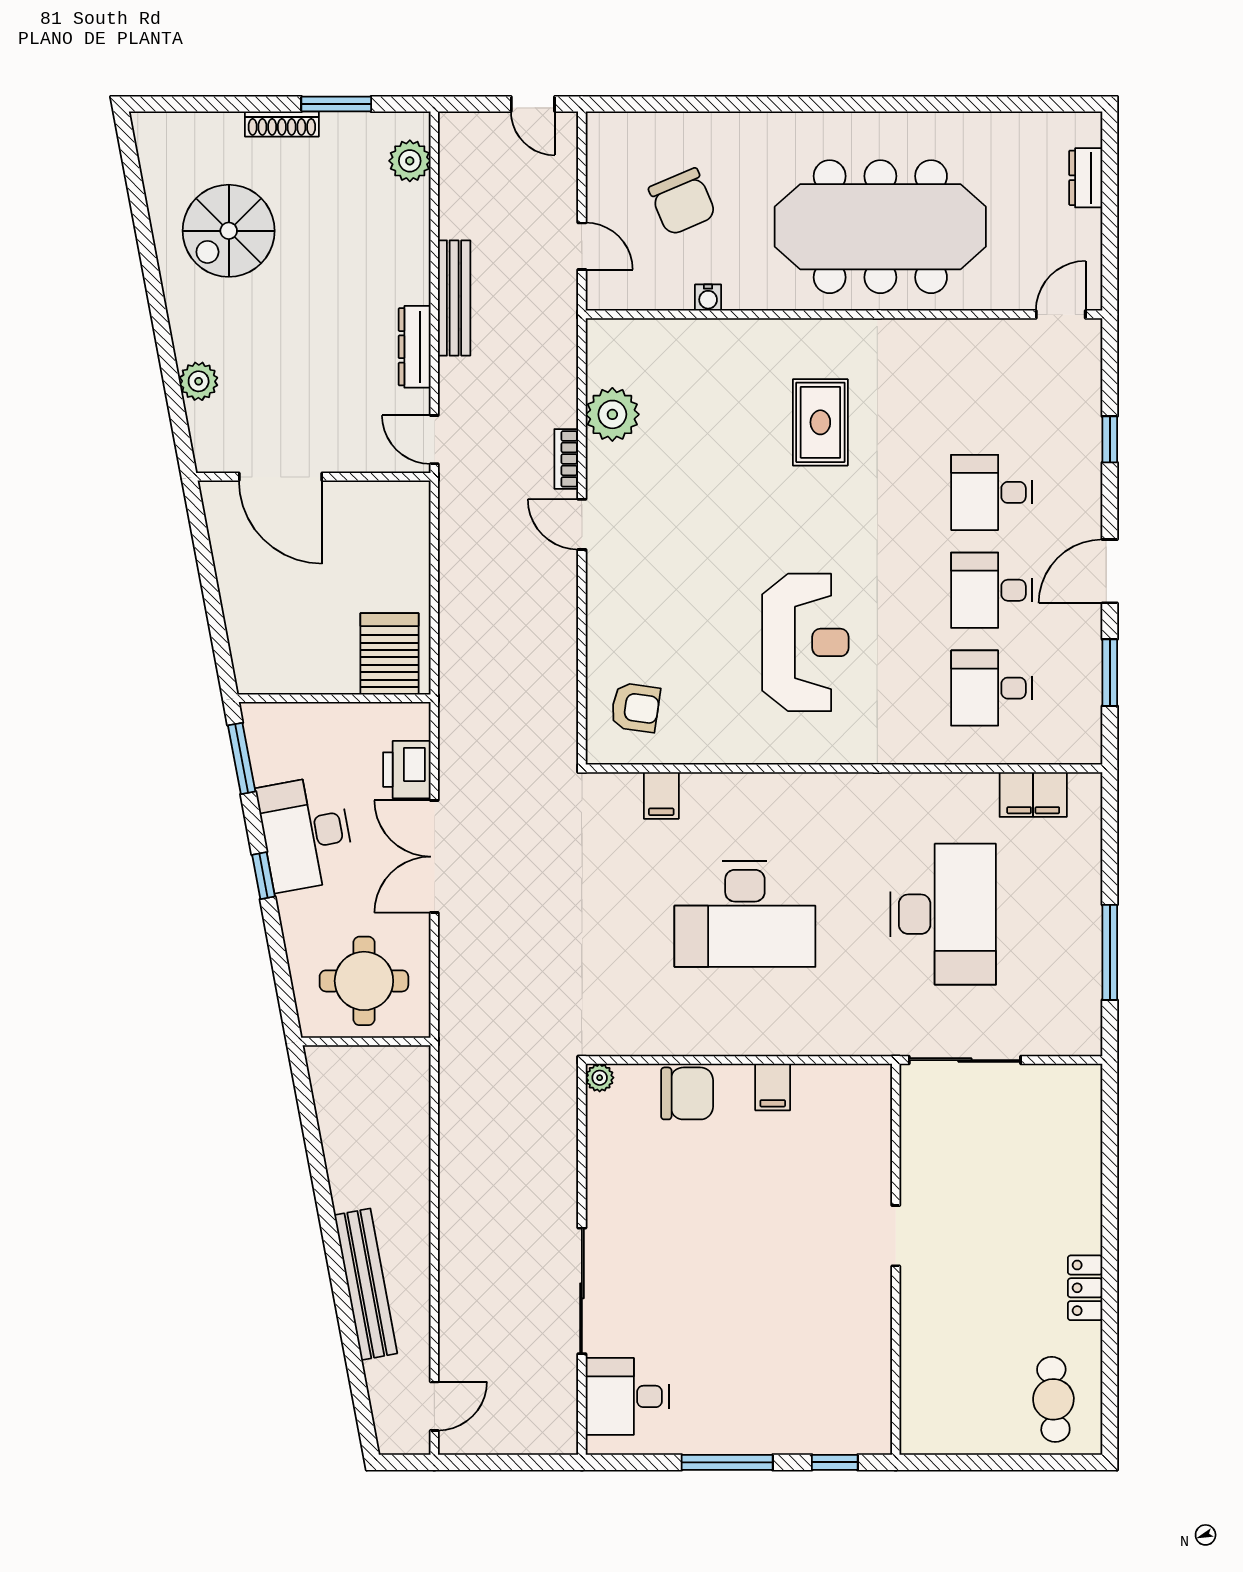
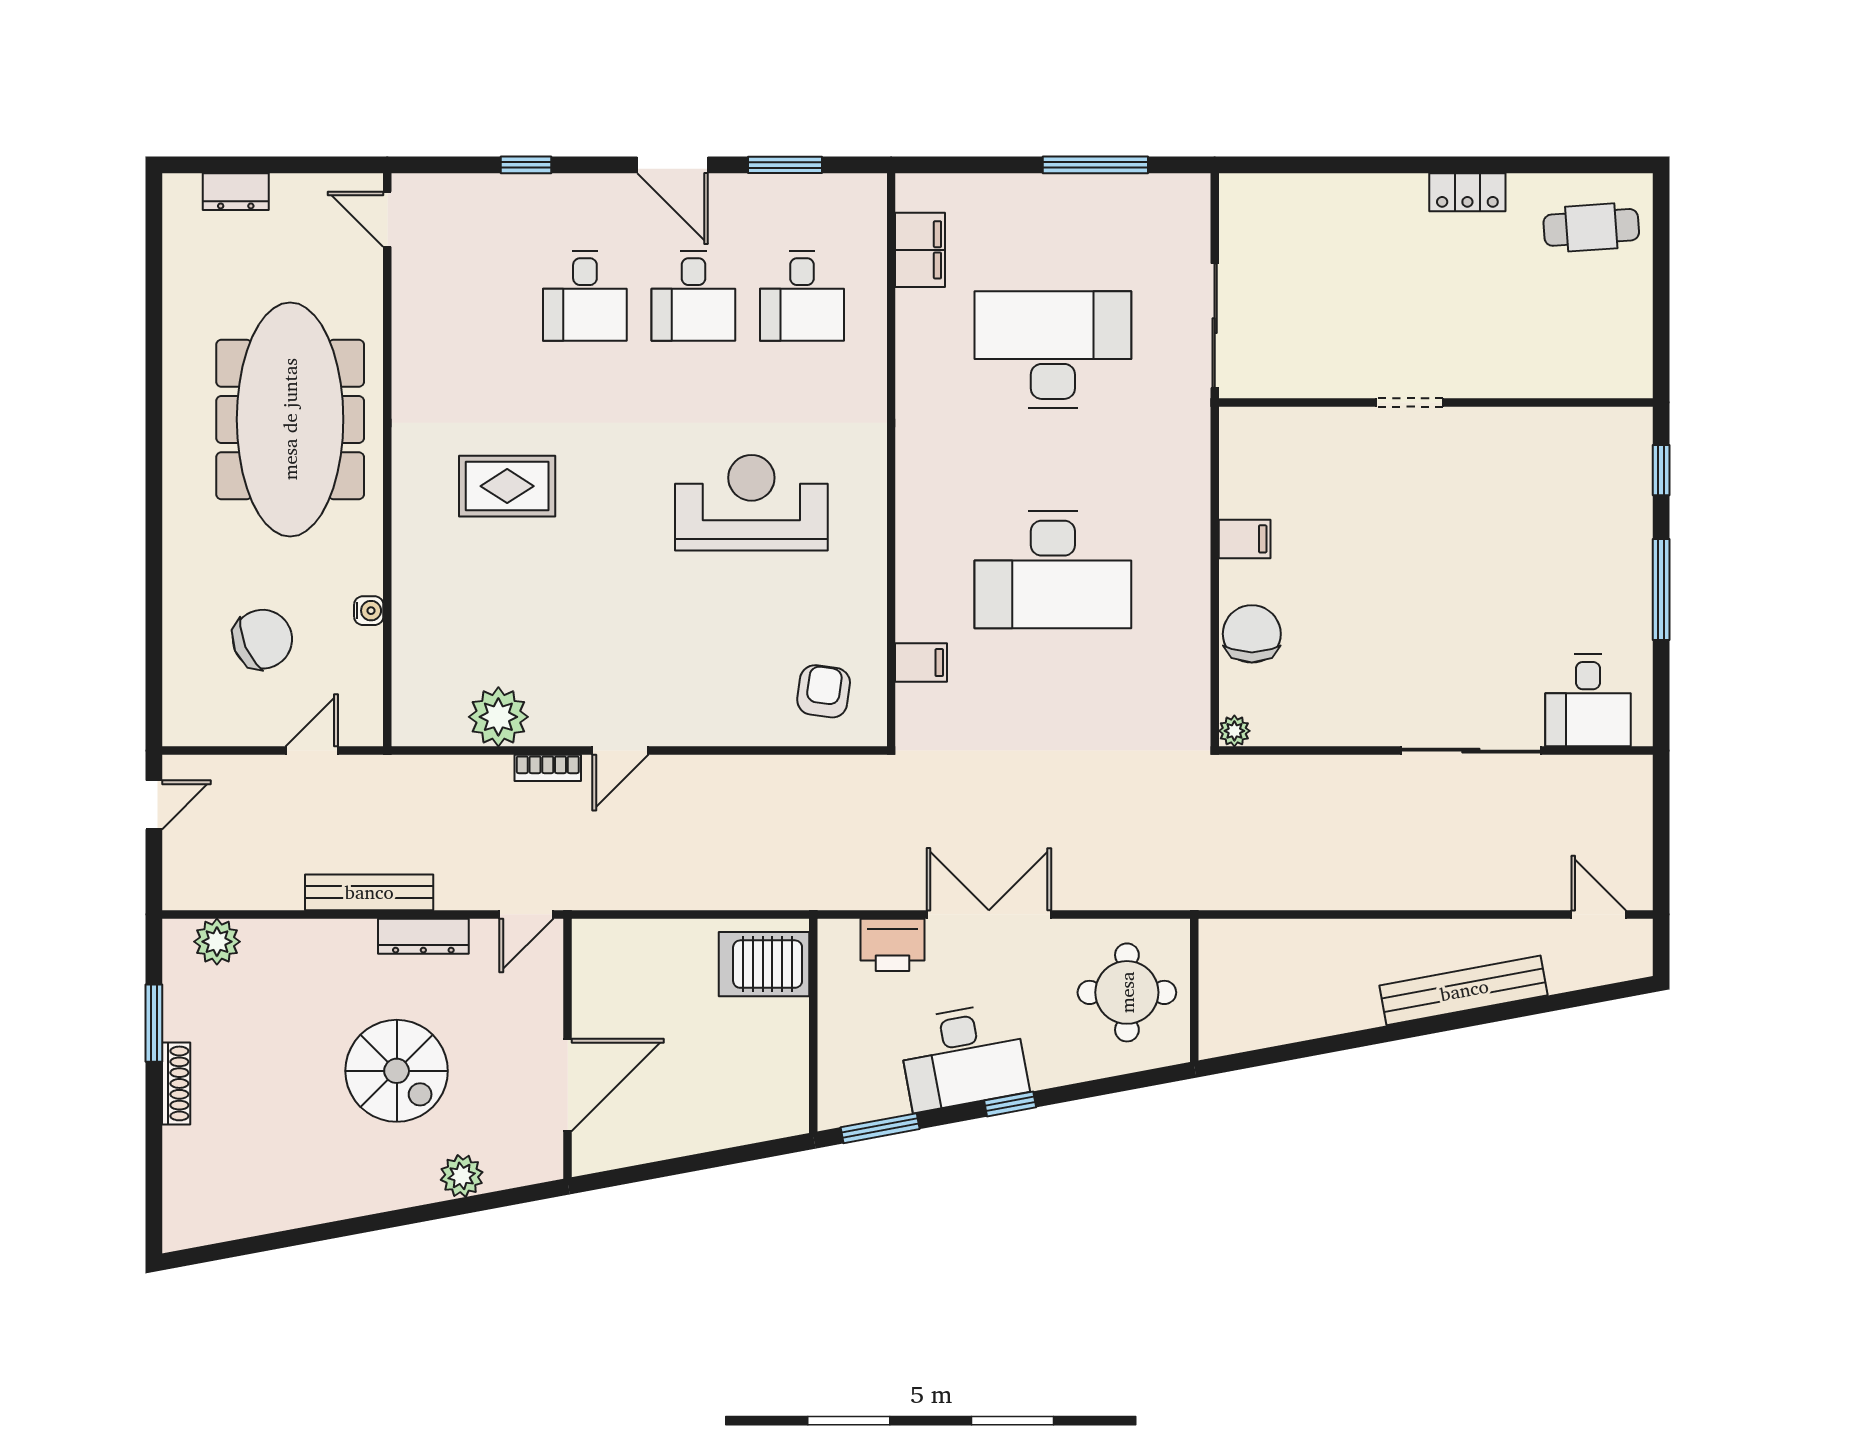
spiral stairs: (229, 231) -> (397, 1071), moved
double door: (434, 857) -> (989, 914), swing flipped
desk: (745, 914) -> (1053, 570), turned 90

